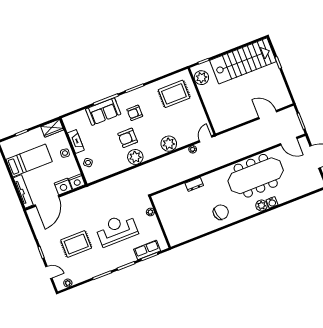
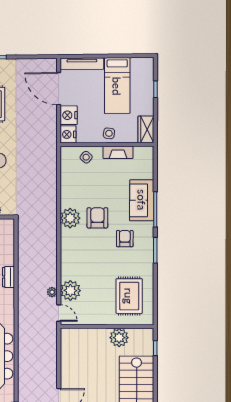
plant: (201, 78) -> (119, 338), moved
plant: (169, 144) -> (70, 290), moved

